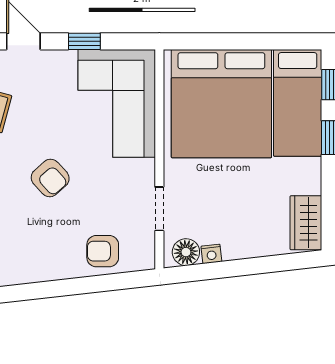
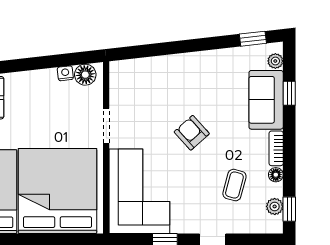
doorway: (159, 209) -> (106, 126), moved
armchair: (103, 251) -> (151, 75), removed

